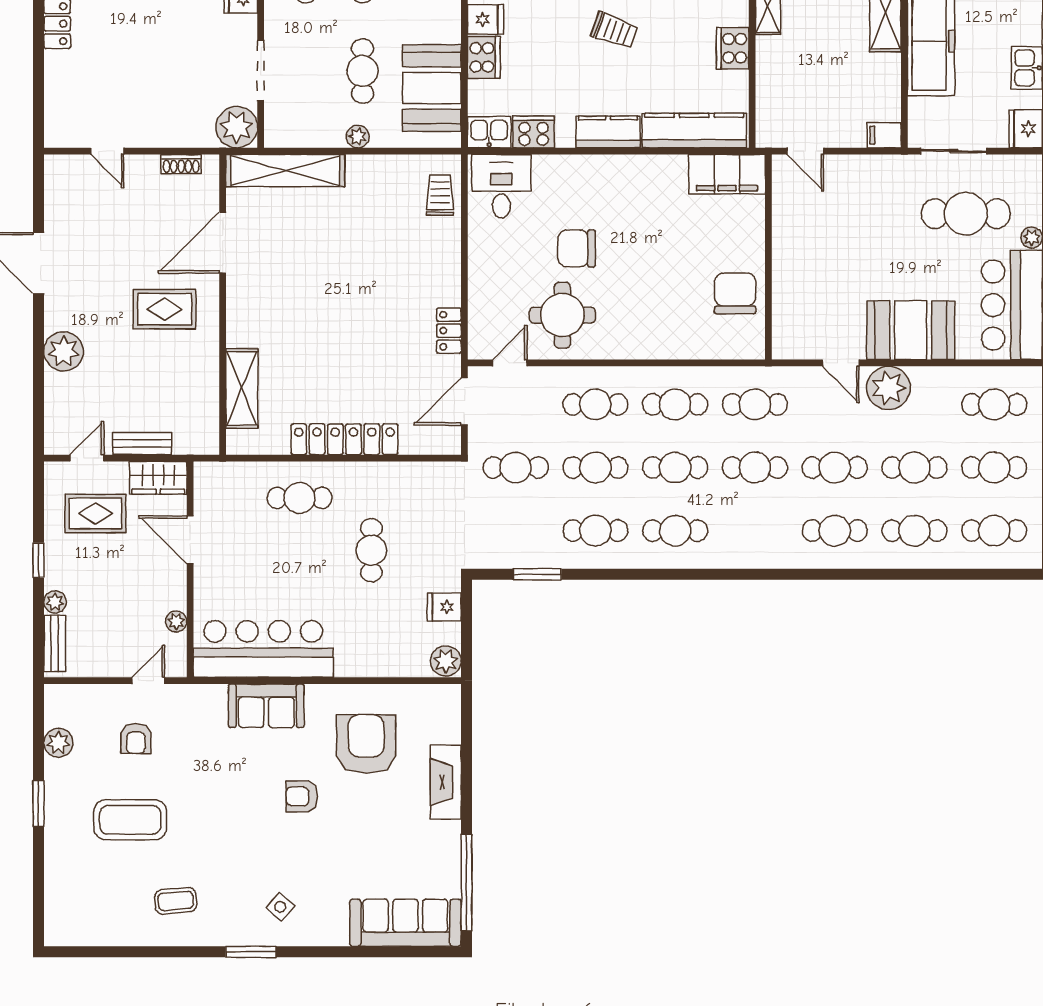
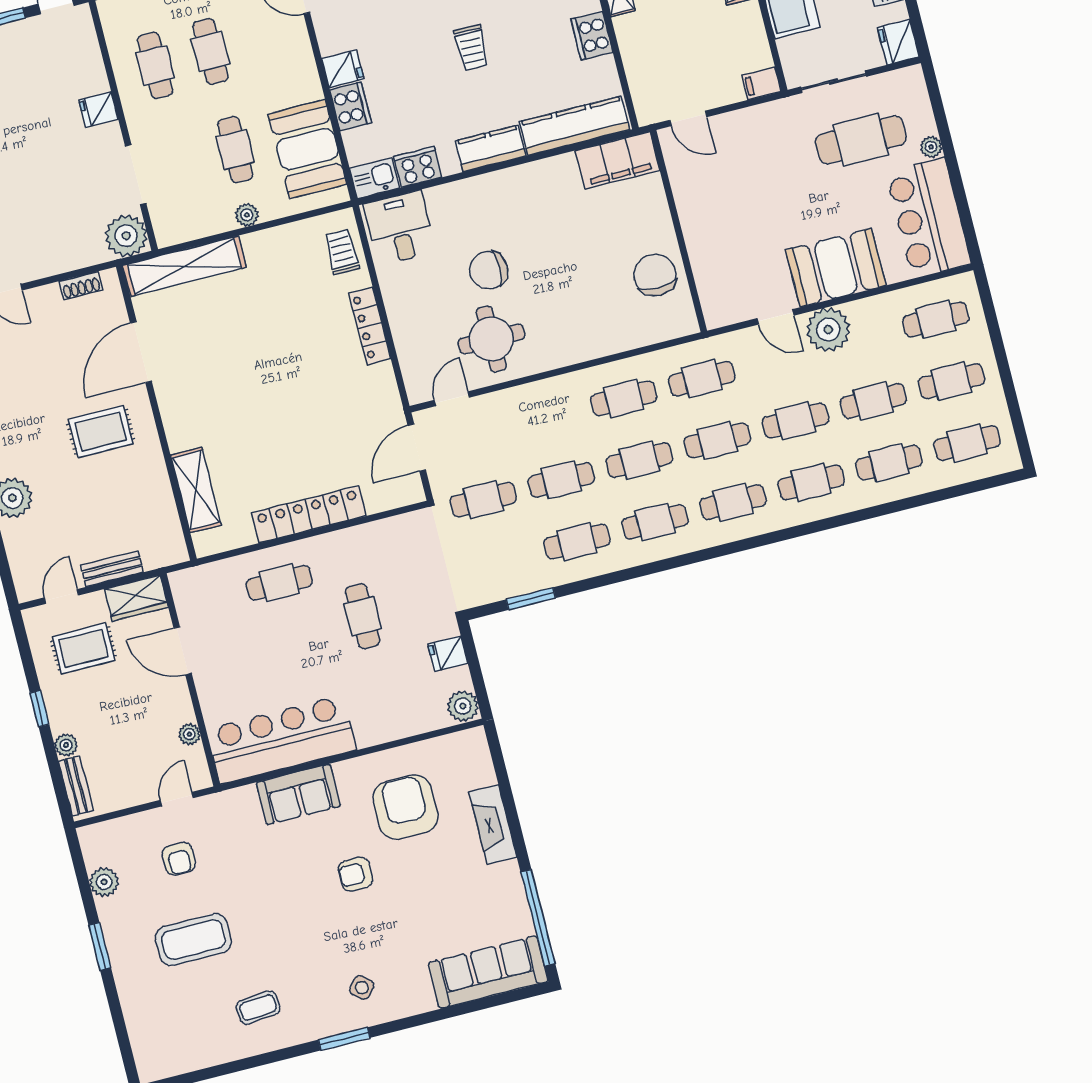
trolley: (614, 30) -> (472, 48), turned 71
locker: (449, 331) -> (370, 326), moved, width x1.53
cafe table: (595, 404) -> (733, 502), moved

